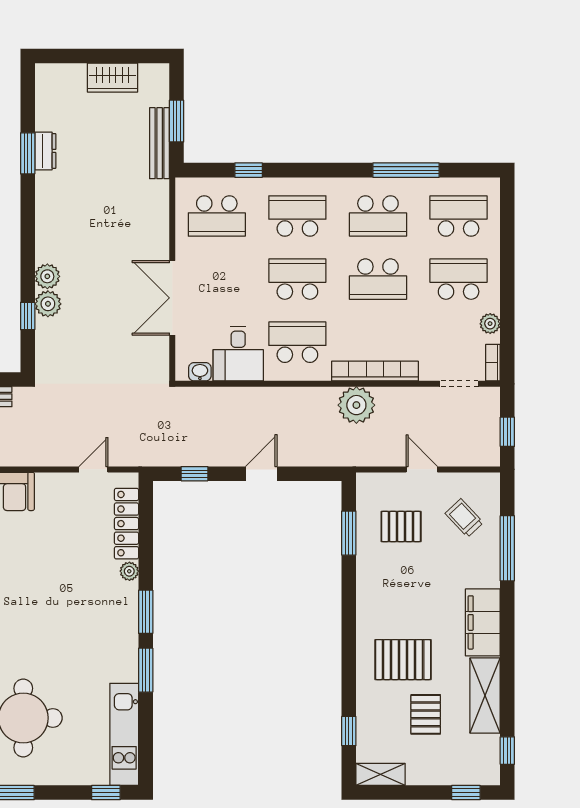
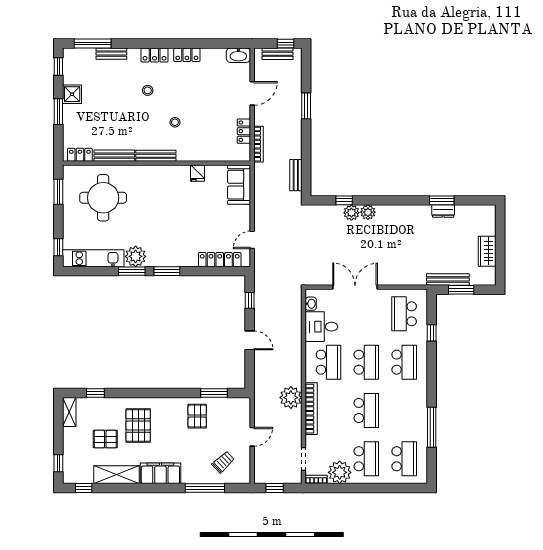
school desk: (378, 216) -> (404, 410), removed
school desk: (378, 279) -> (366, 410), turned 180
plant: (490, 324) -> (340, 472), width x1.87, depth x1.87
door: (93, 469) -> (252, 240), swing flipped
pallet: (401, 526) -> (197, 416), moved
plant: (129, 571) -> (136, 256), moved, width x1.87, depth x1.87

